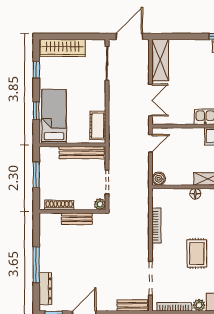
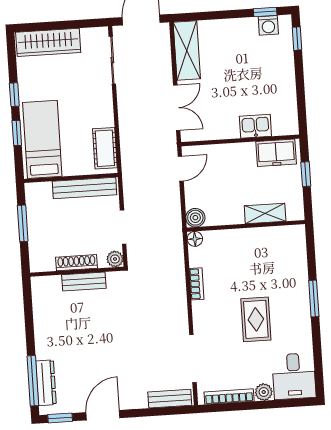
window: (36, 70) -> (14, 95), moved
floor lamp: (195, 194) -> (195, 239), moved
shoe rack: (59, 205) -> (77, 263), moved
bookcase: (156, 226) -> (197, 284), width x0.64
window: (36, 265) -> (33, 381), moved

